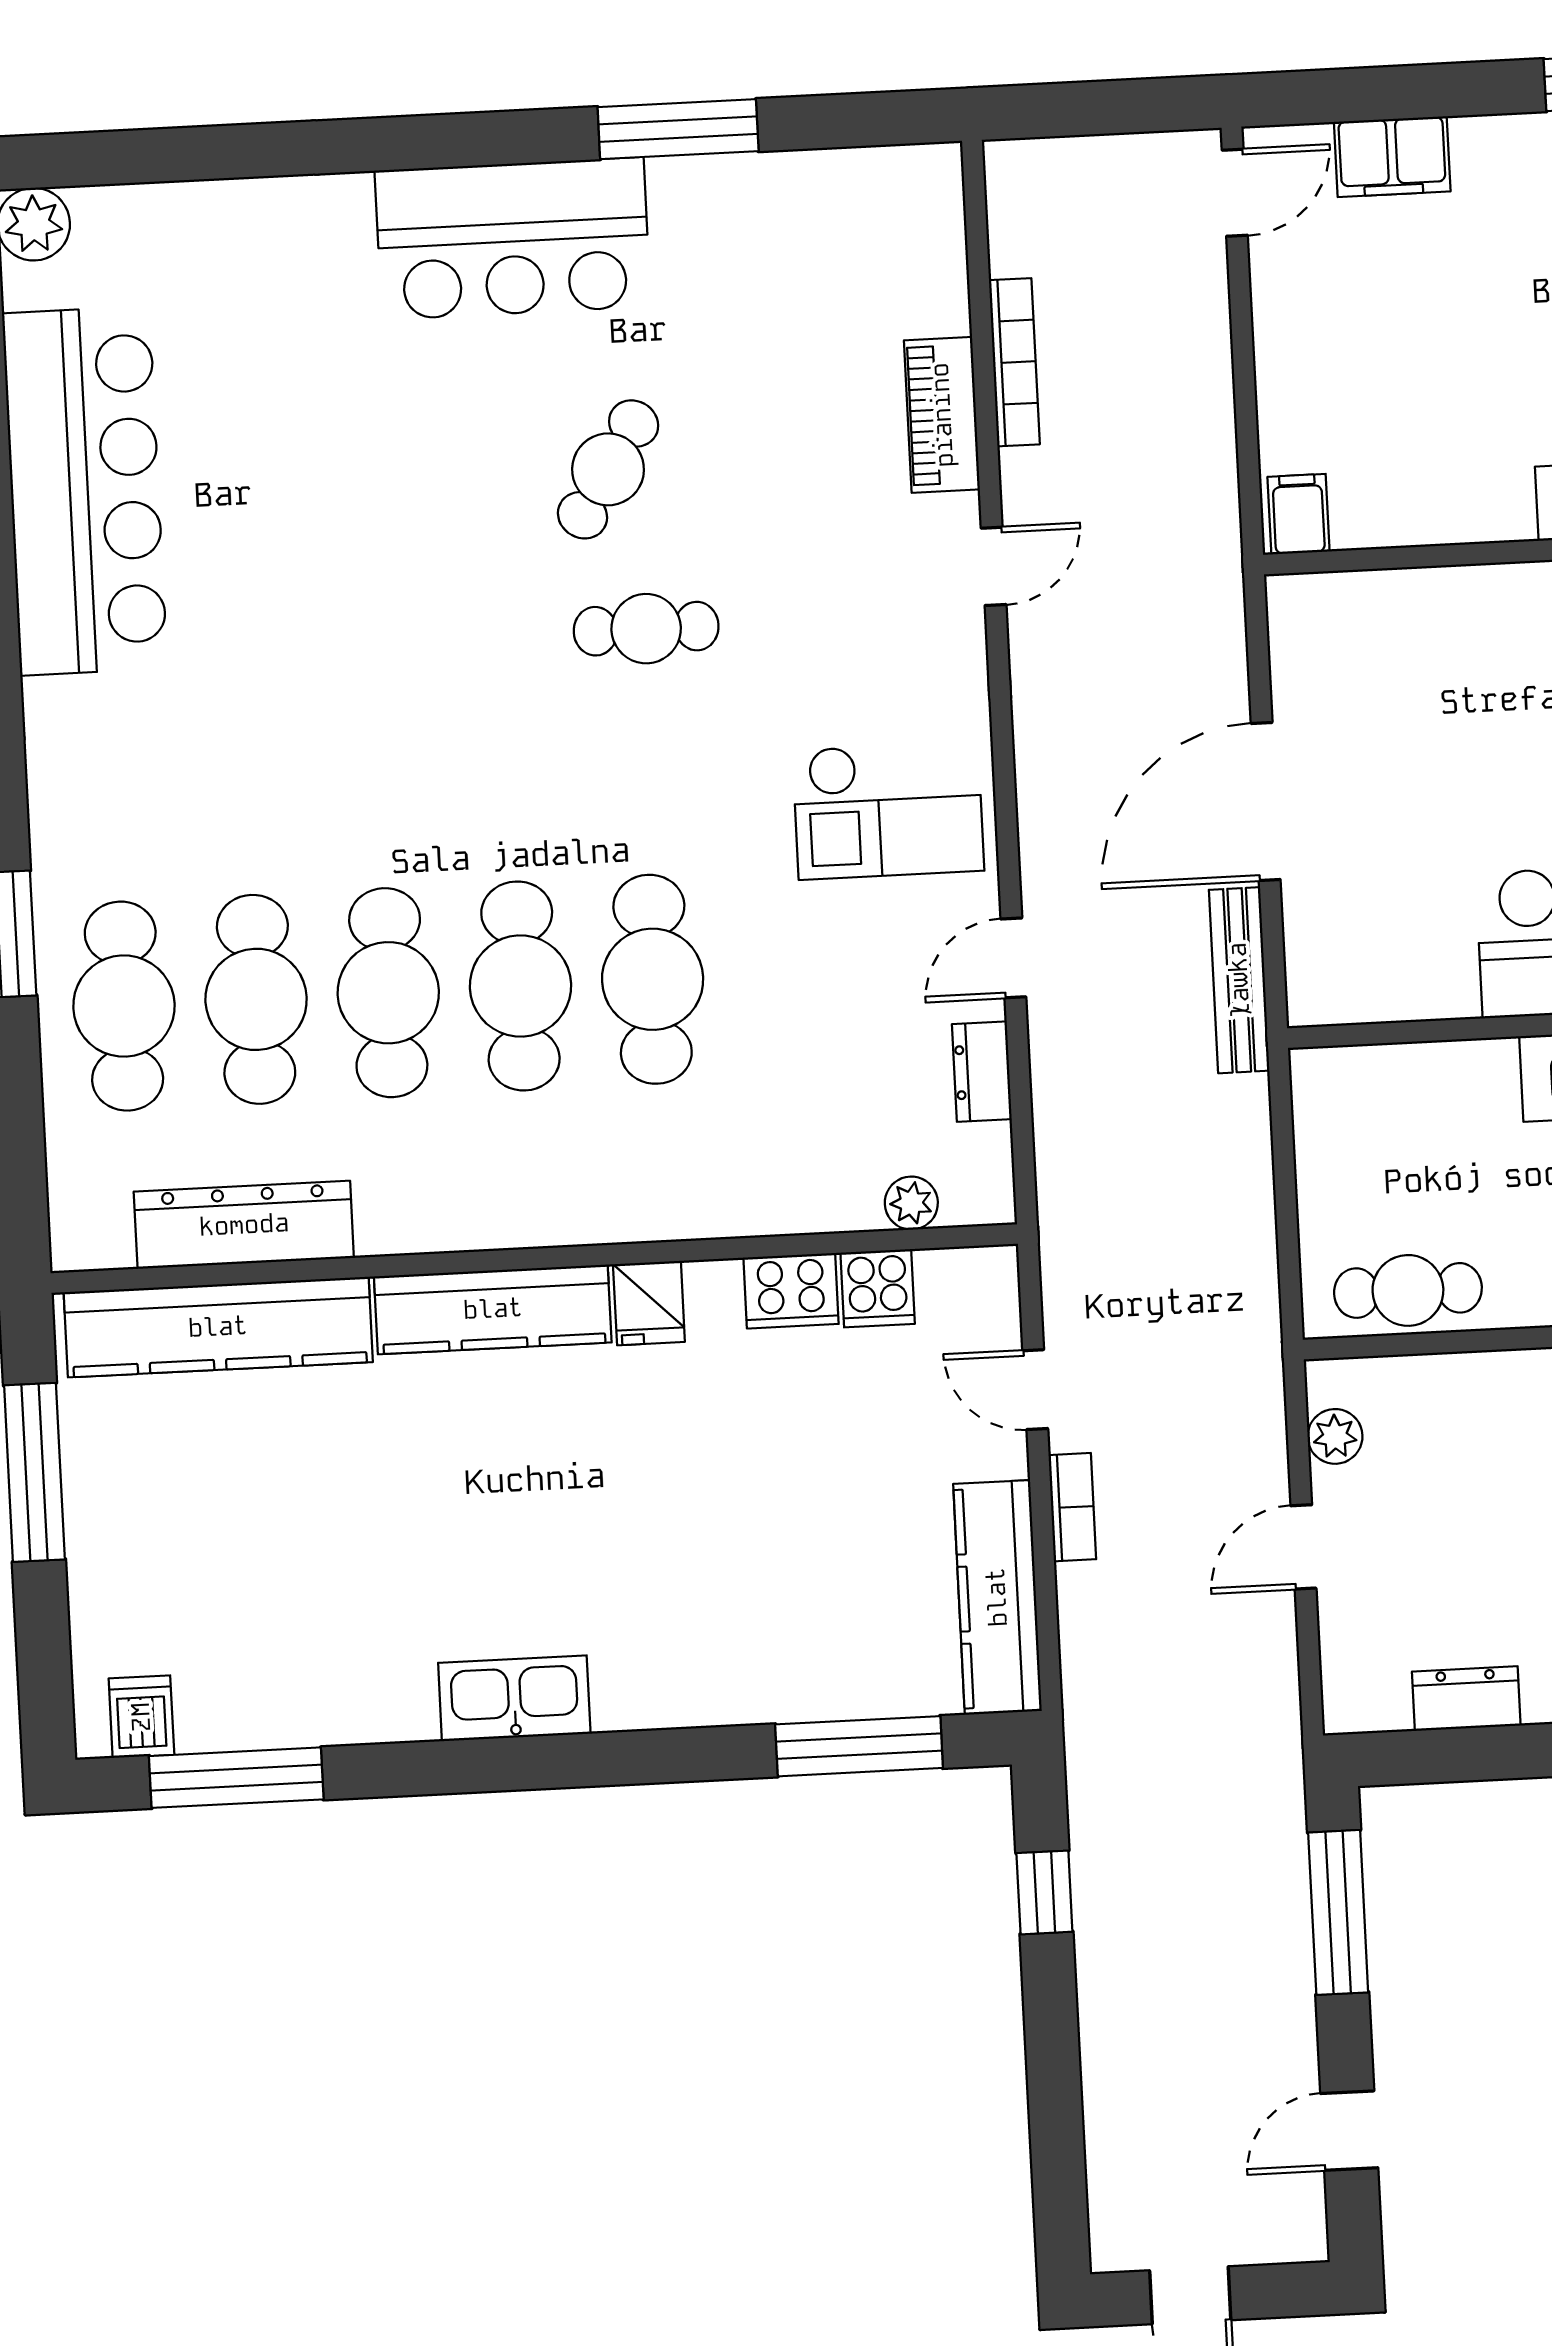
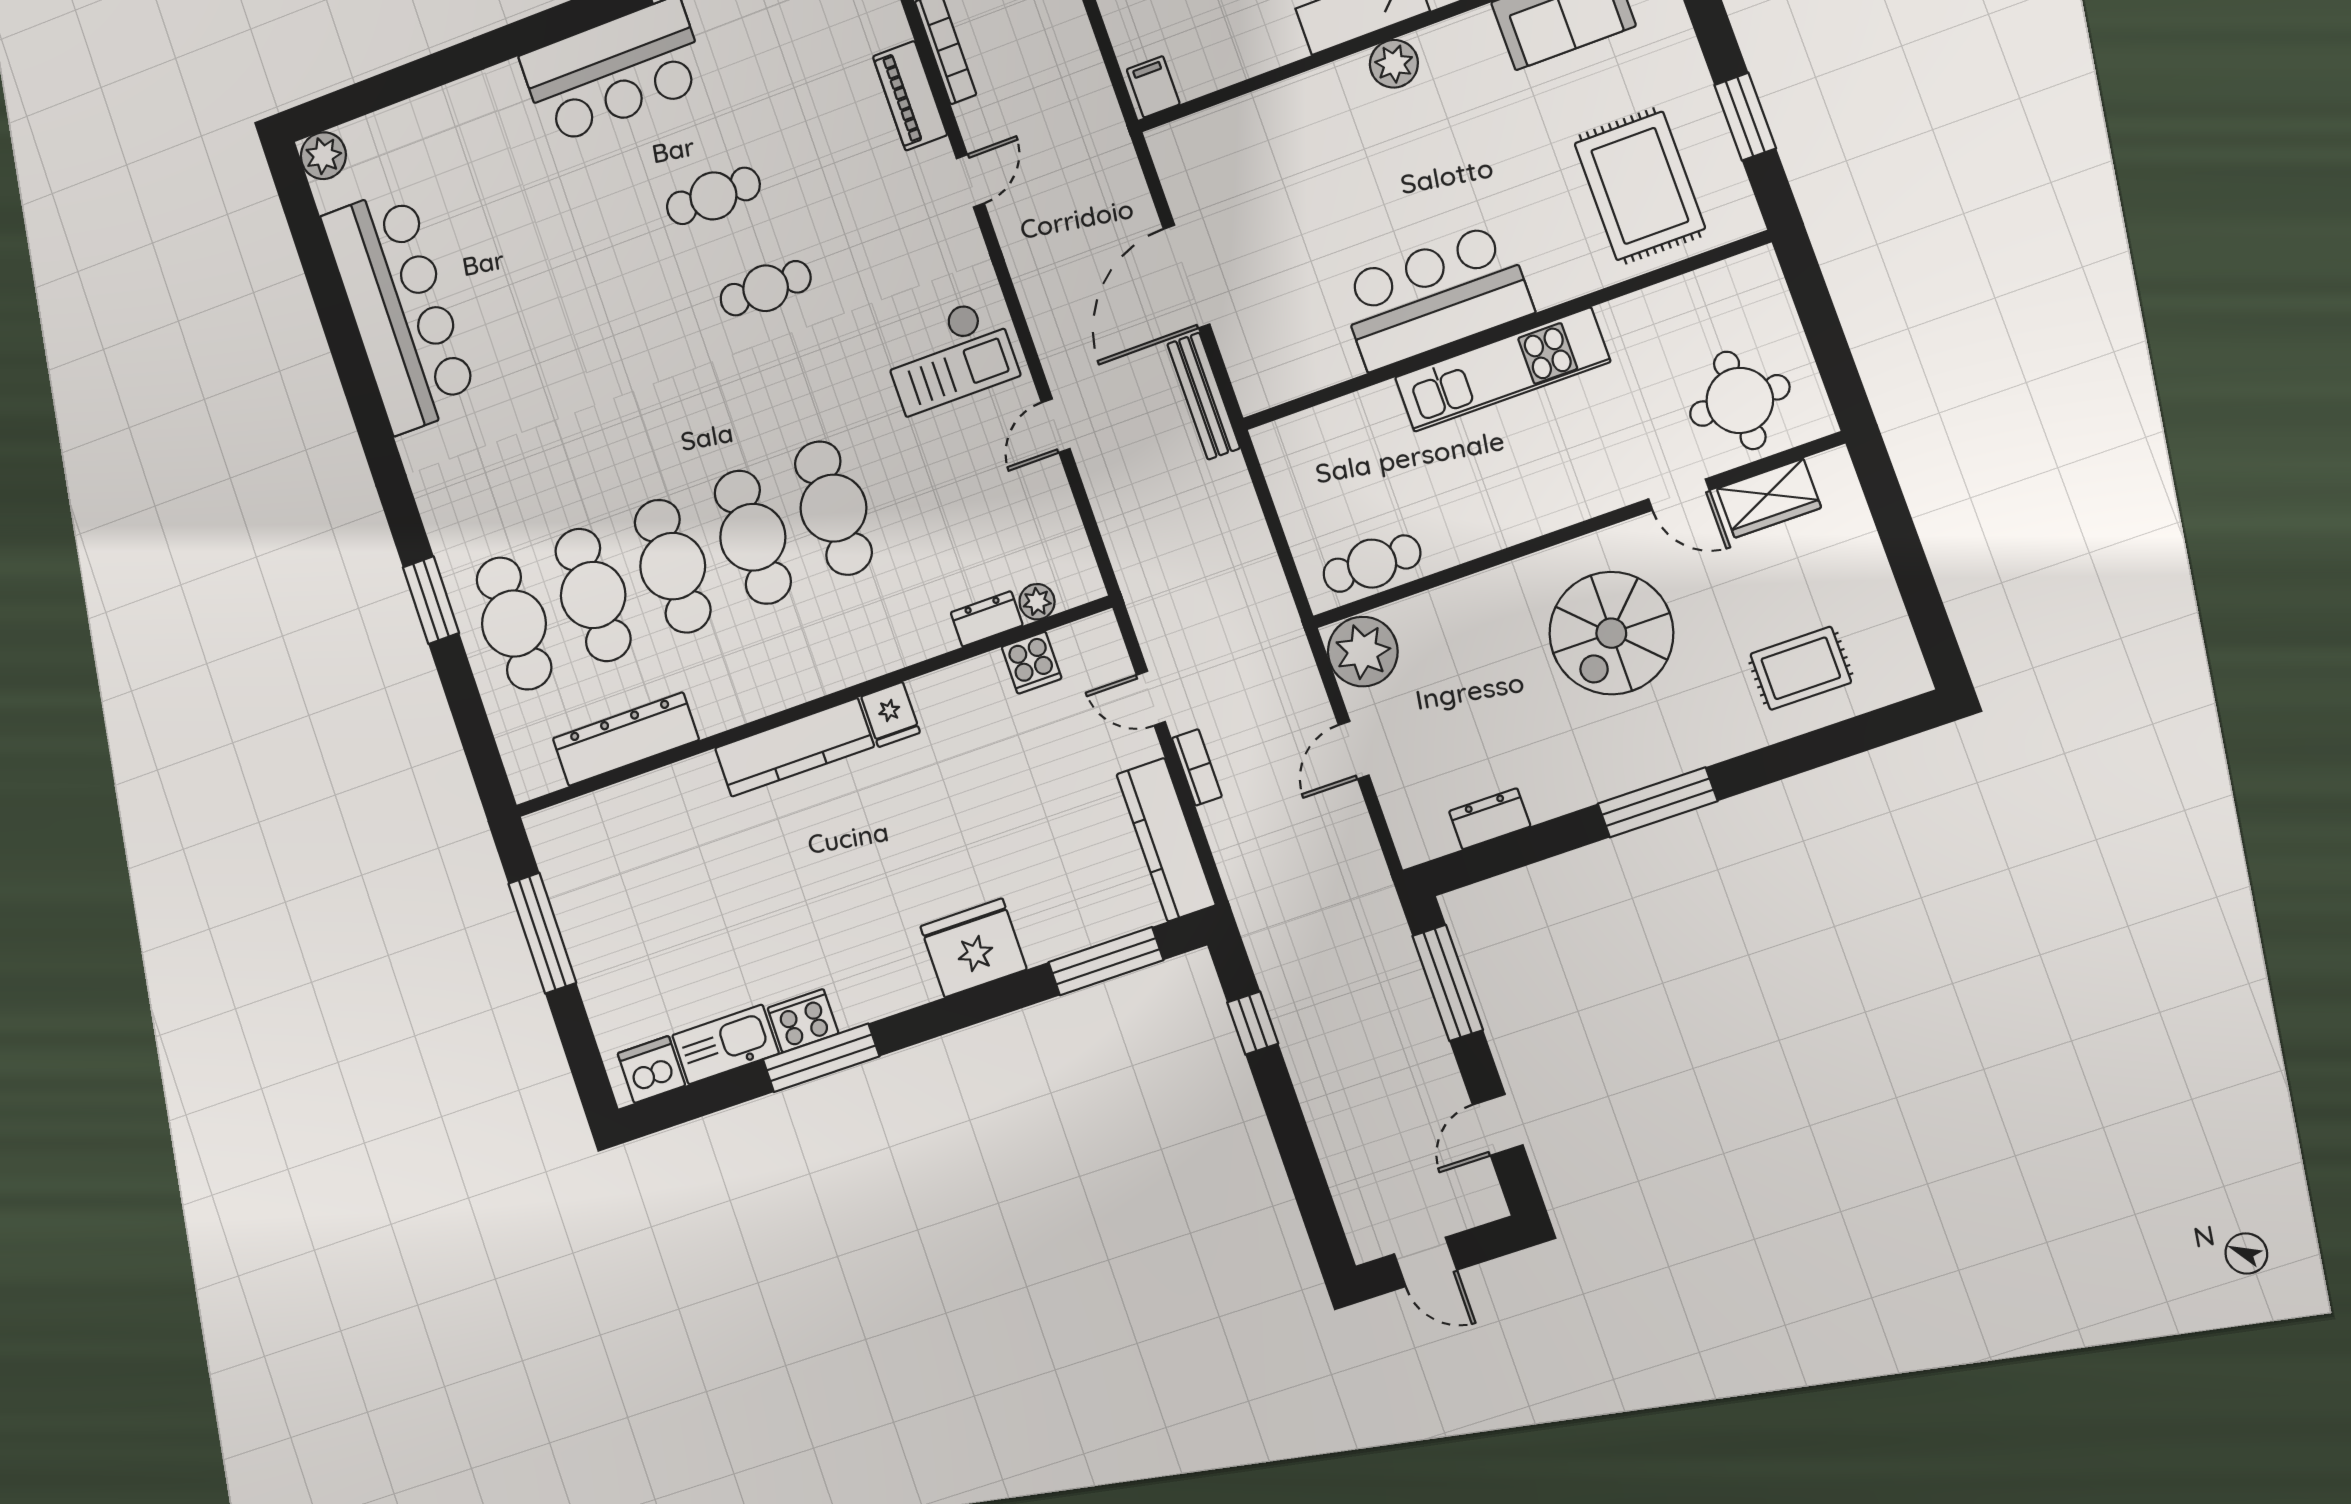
cafe table: (608, 469) -> (713, 196), turned 58
dresser: (982, 1072) -> (987, 619), moved, turned 90
cooker: (791, 1291) -> (803, 1021), moved, turned 180
kitchen counter: (218, 1327) -> (629, 808), removed
plant: (1335, 1436) -> (1363, 652), width x1.88, depth x1.88
fridge: (672, 1673) -> (973, 948), added
kitchen sink: (514, 1698) -> (726, 1045), moved
dishwasher: (141, 1717) -> (651, 1069), width x1.38
window: (236, 1778) -> (821, 1058), moved

